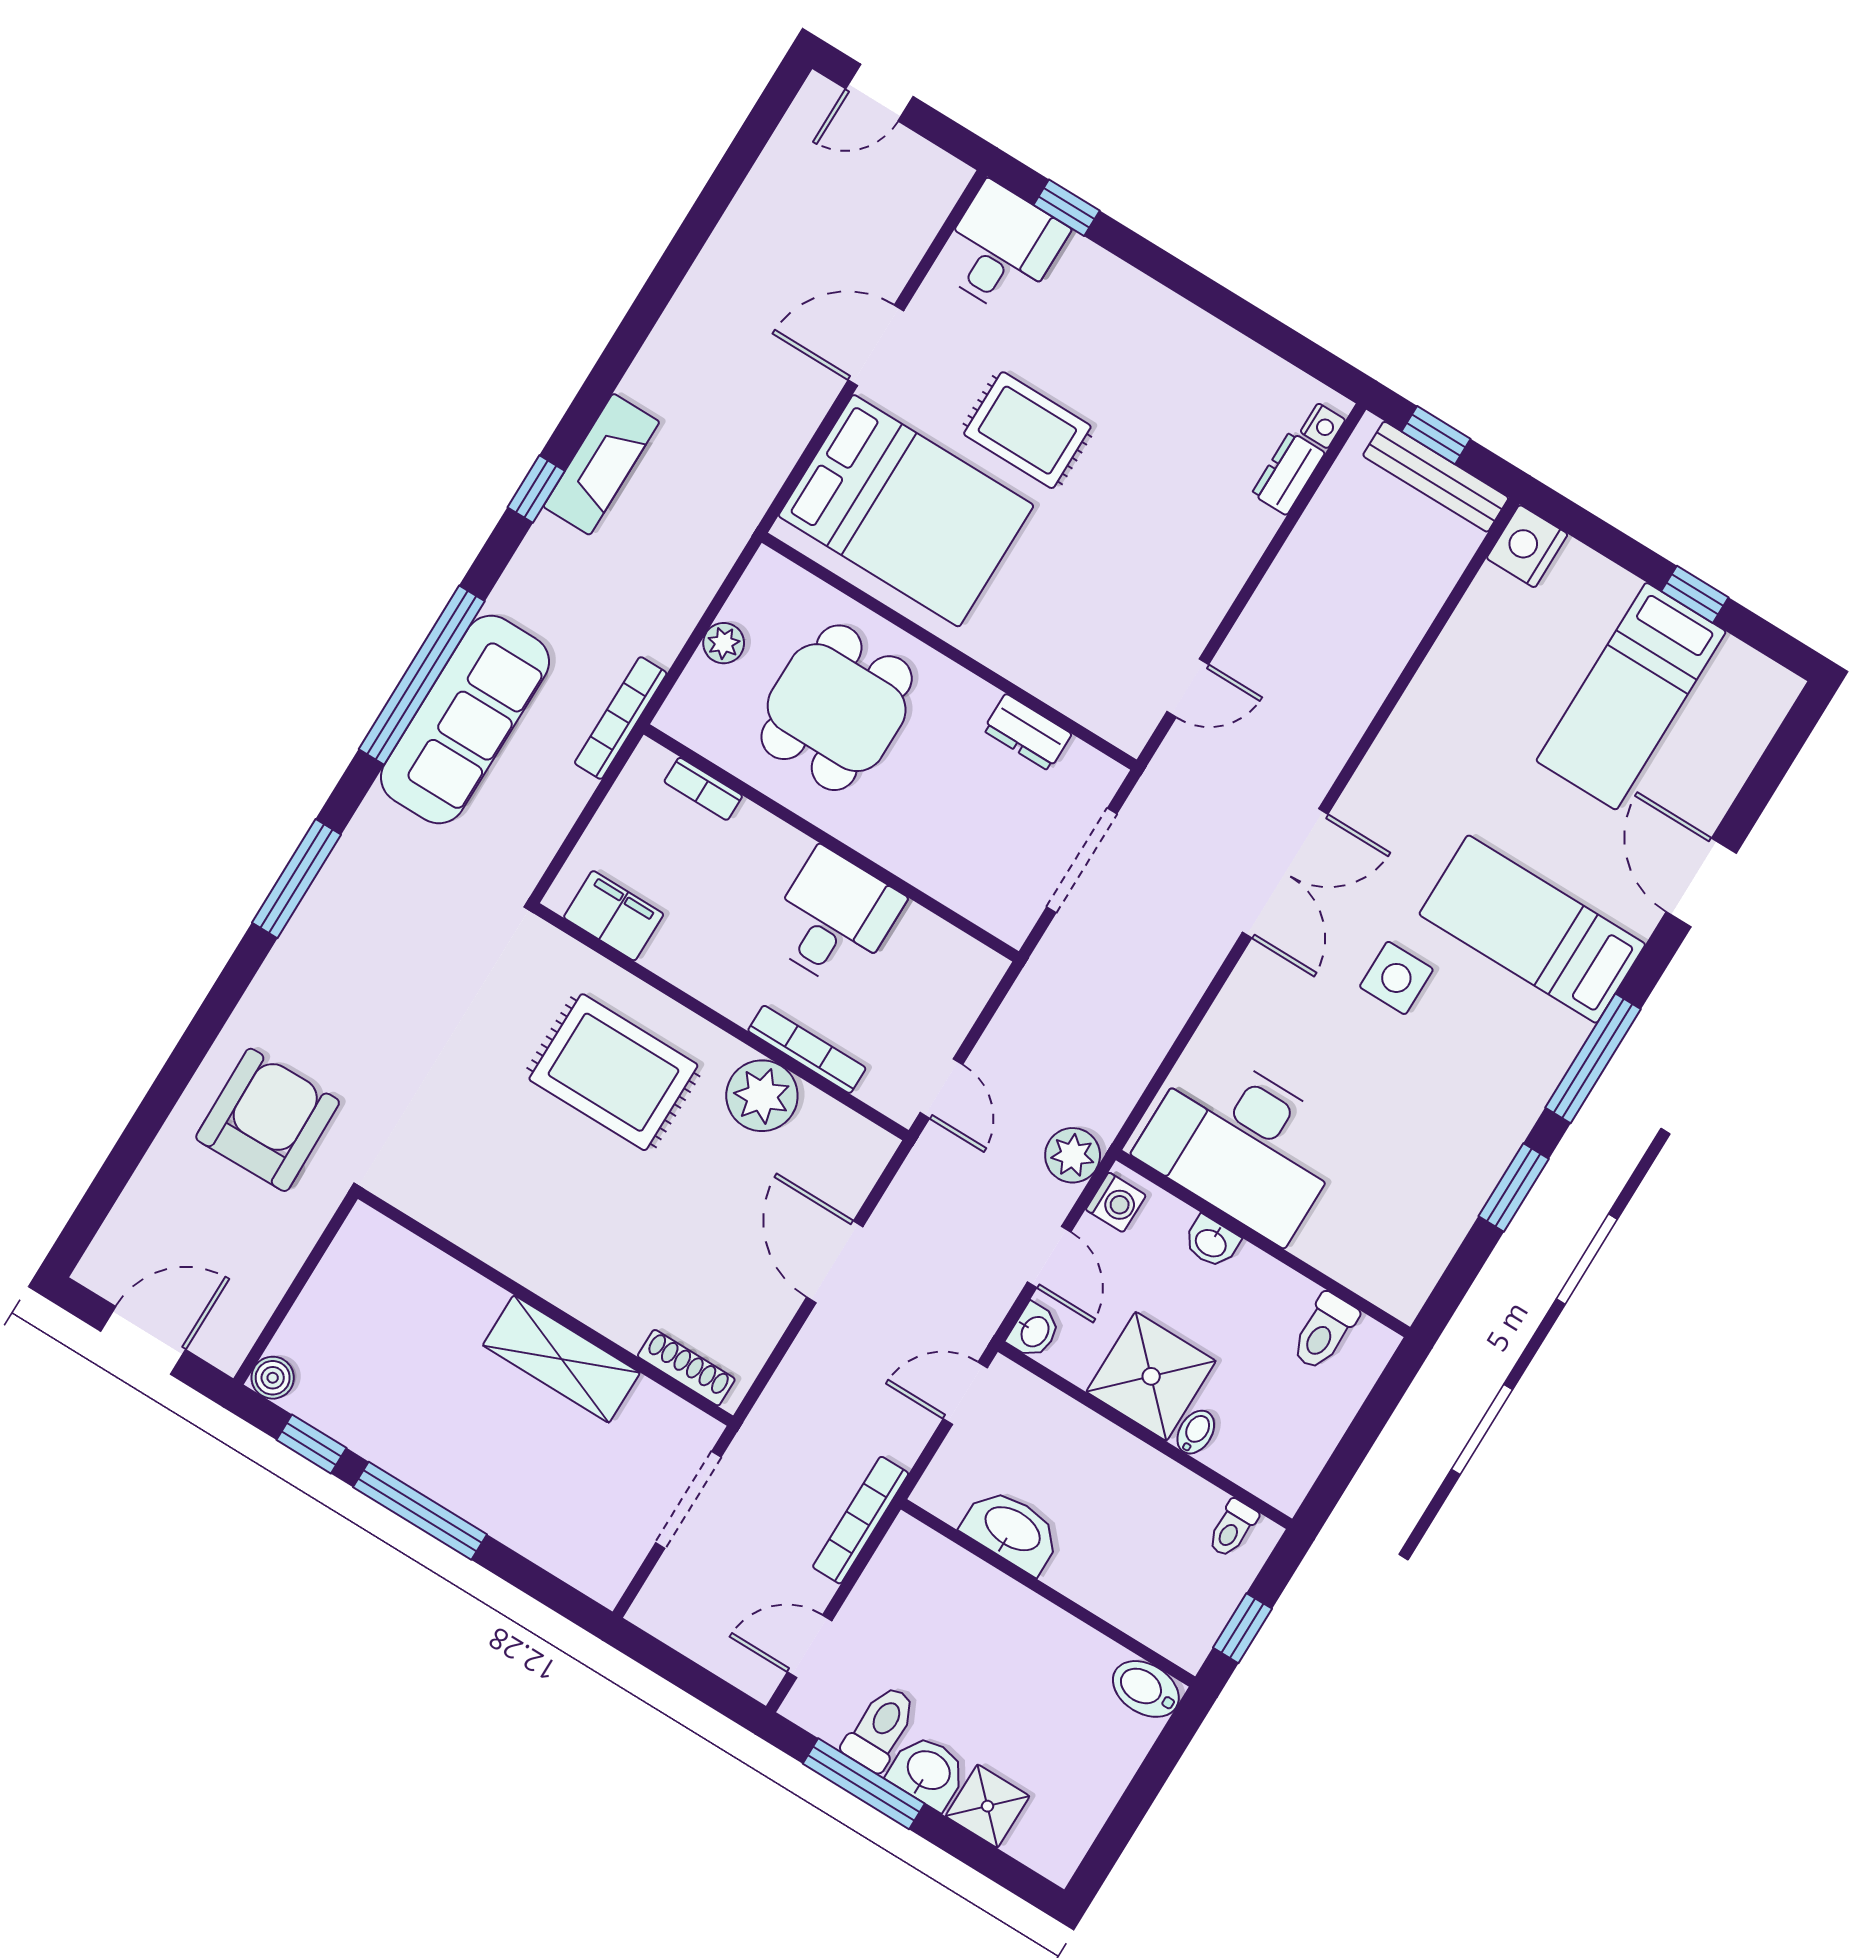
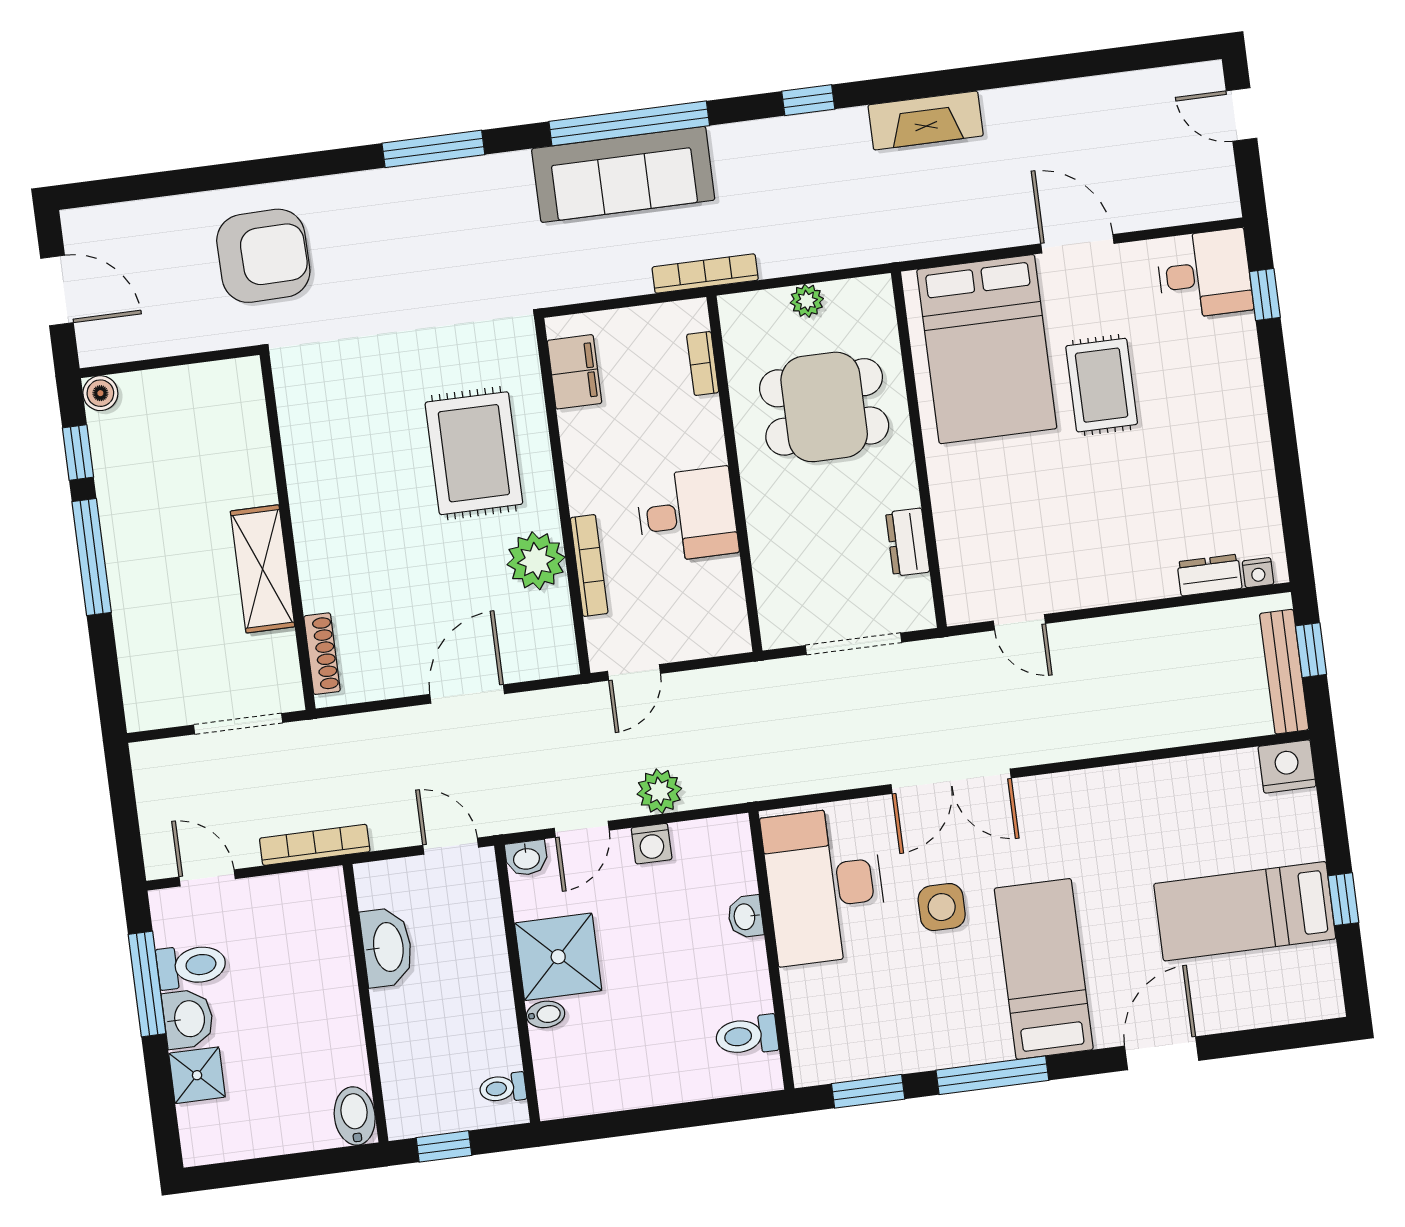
fireplace: (601, 464) -> (926, 120), moved
desk: (1243, 1144) -> (825, 886), moved
washbasin: (1211, 1242) -> (745, 917), moved
wall: (1263, 1244) -> (771, 950), moved
toilet: (1324, 1332) -> (747, 1036), moved

